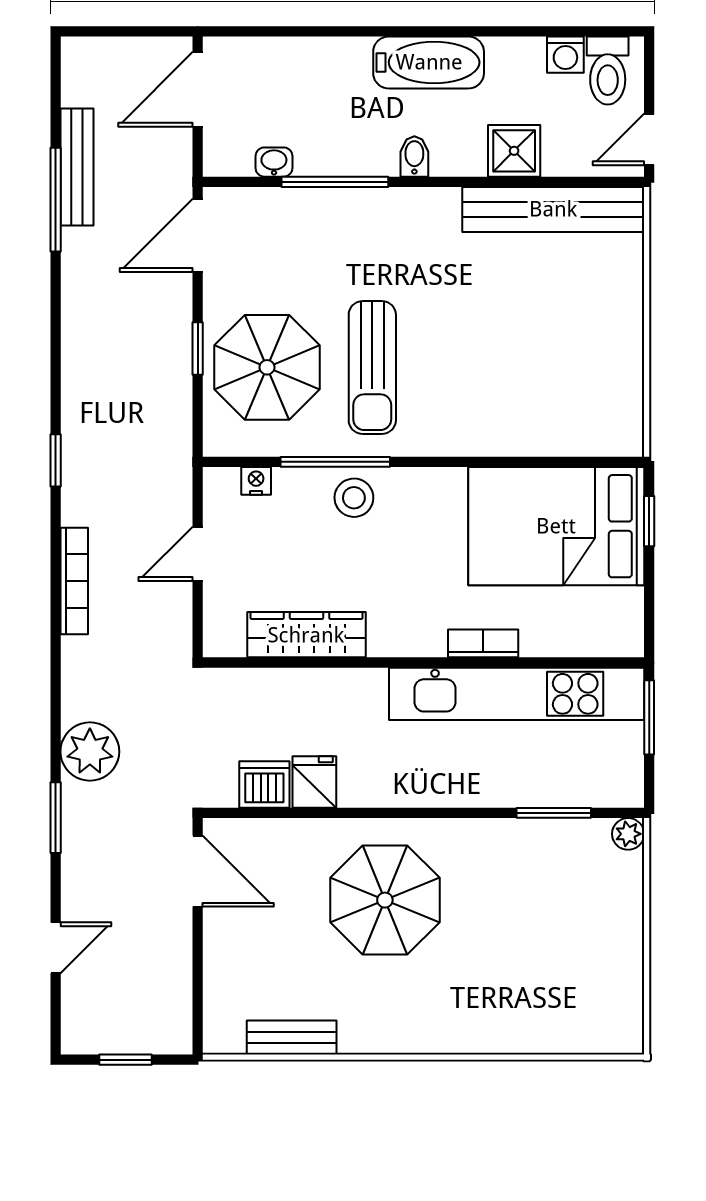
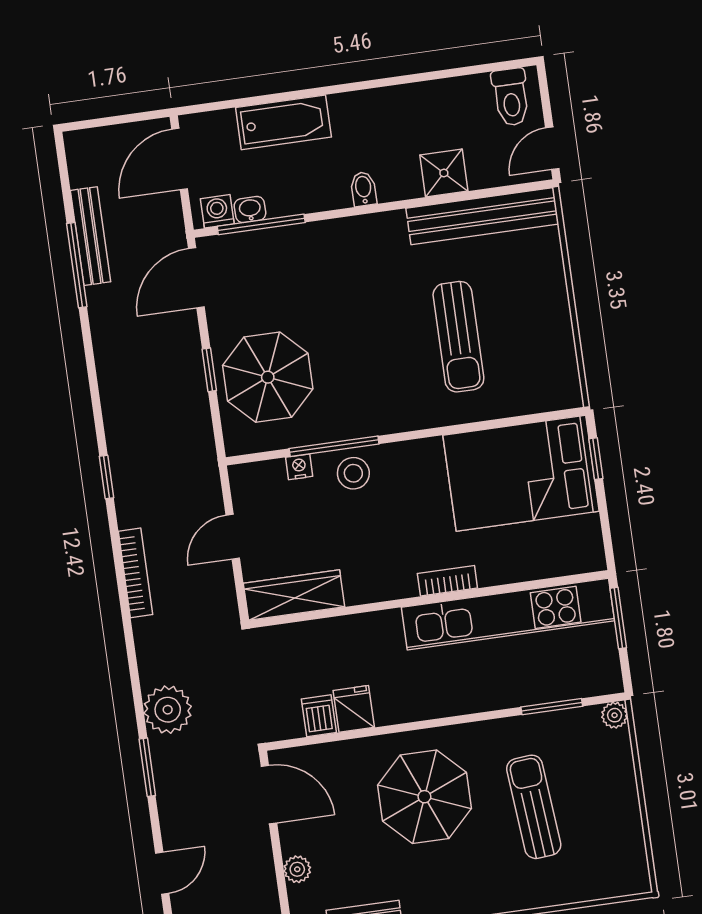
washing machine: (565, 55) -> (217, 211), moved, turned 180
bathtub: (429, 62) -> (283, 122), moved
window: (335, 182) -> (261, 224), moved
sun lounger: (372, 368) -> (458, 337), moved
nightstand: (256, 481) -> (299, 467), moved
wardrobe: (306, 635) -> (294, 595), moved
bookcase: (483, 643) -> (447, 581), moved
dishwasher: (264, 785) -> (319, 716), width x0.73
sun lounger: (515, 931) -> (534, 807), added
plant: (219, 966) -> (297, 869), added

